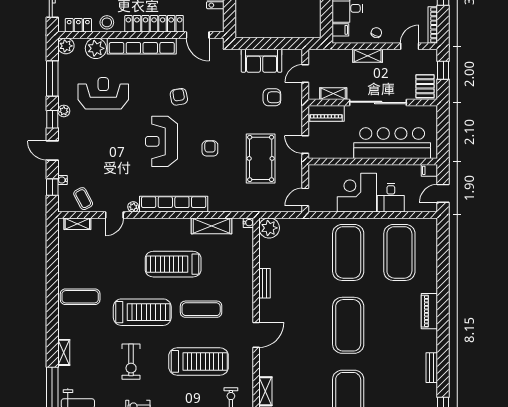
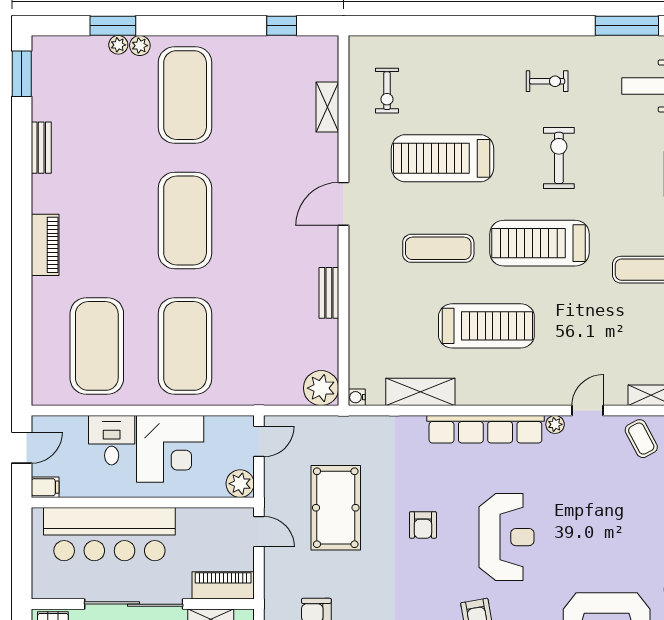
plant: (316, 172) -> (240, 484), added

